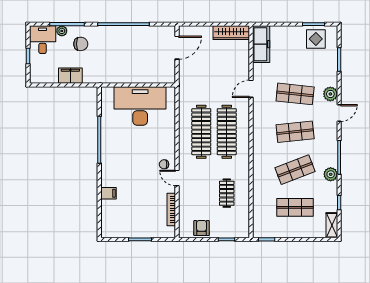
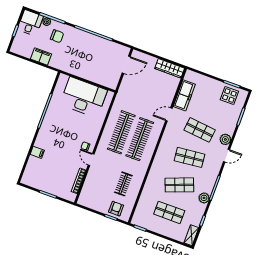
freezer: (261, 44) -> (184, 95), moved
armchair: (202, 228) -> (116, 209), moved

